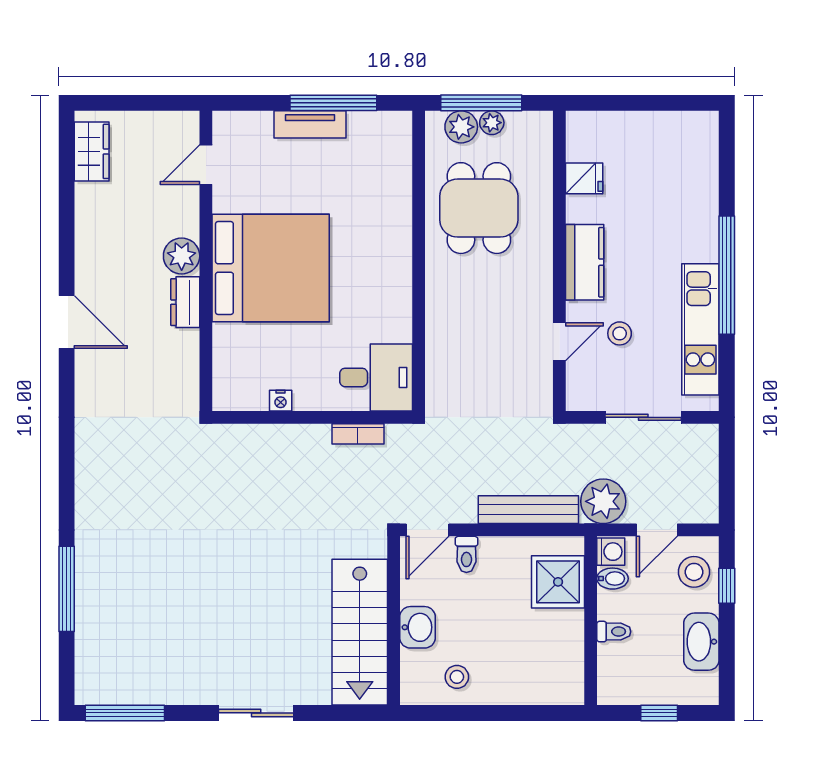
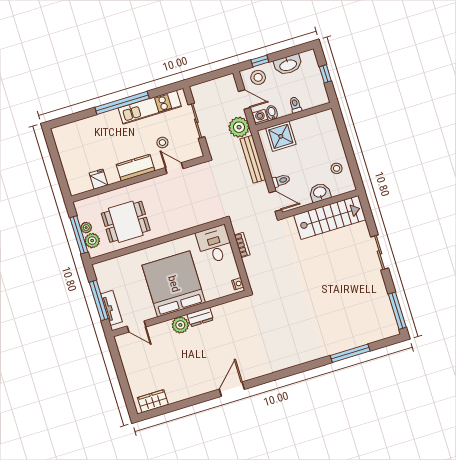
door: (206, 165) -> (137, 326), moved
plant: (182, 256) -> (180, 325), moved
wall: (206, 261) -> (179, 314), moved
bed: (271, 268) -> (174, 284), moved
dresser: (185, 302) -> (200, 317), moved

